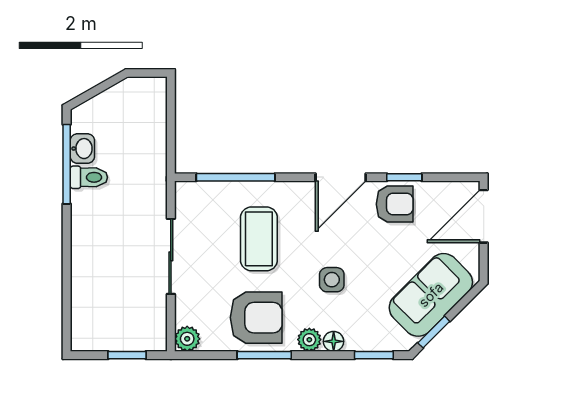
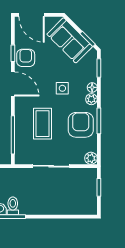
coffee table: (259, 239) -> (43, 124), turned 90

